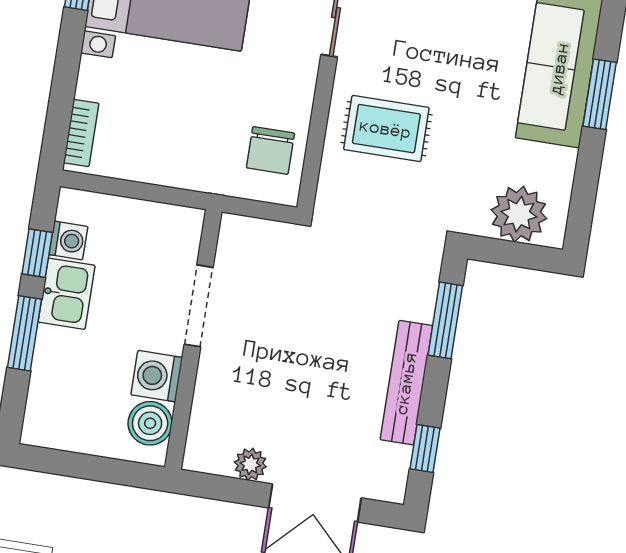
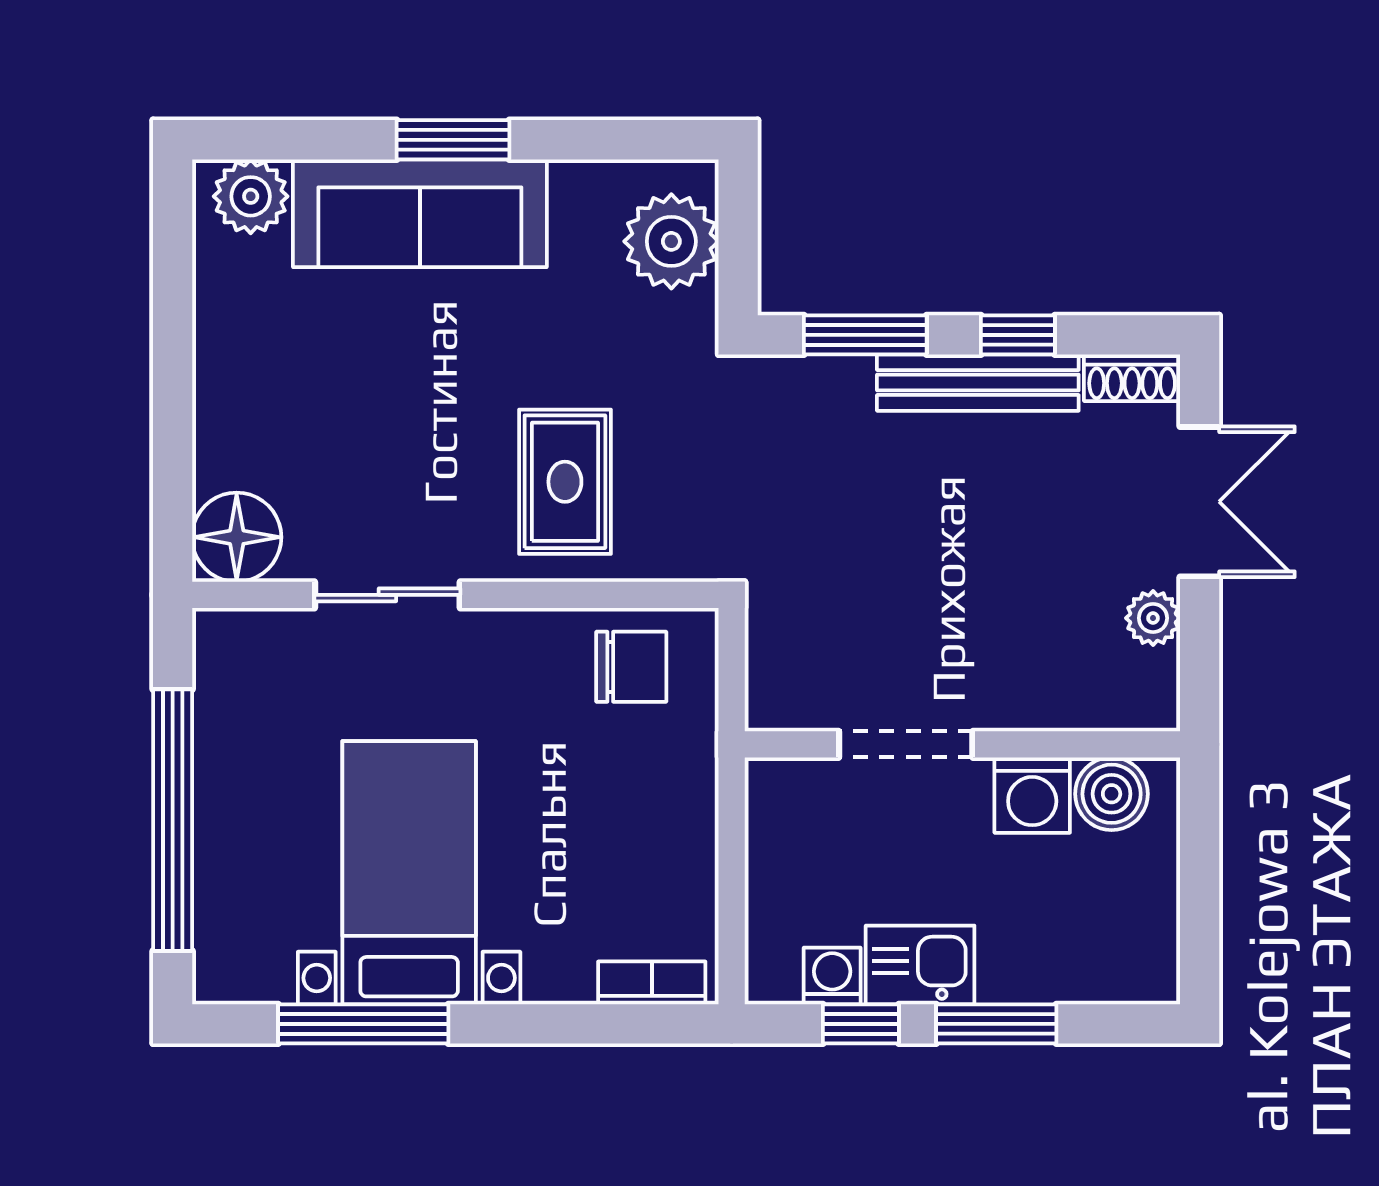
window: (425, 449) -> (1018, 335), moved
shoe rack: (395, 474) -> (1132, 378), added

